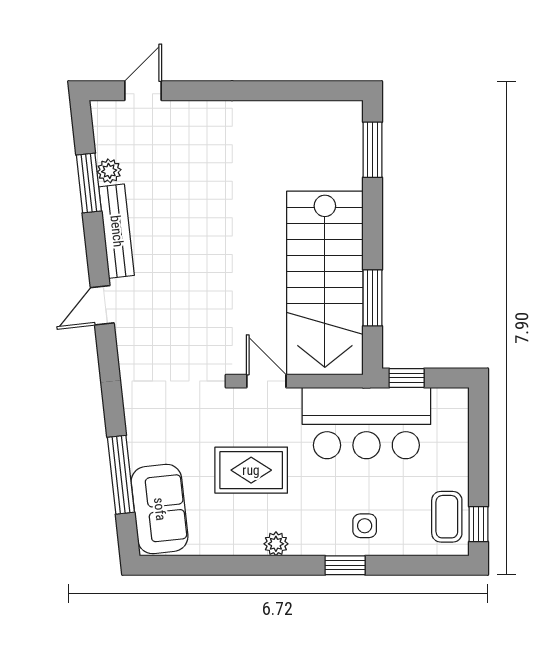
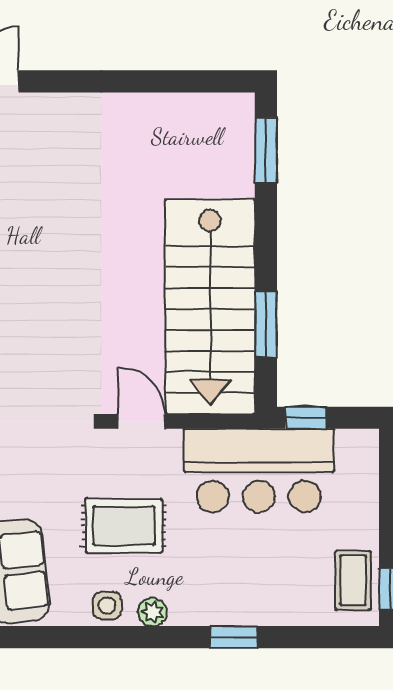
side table: (365, 526) -> (107, 605), moved

